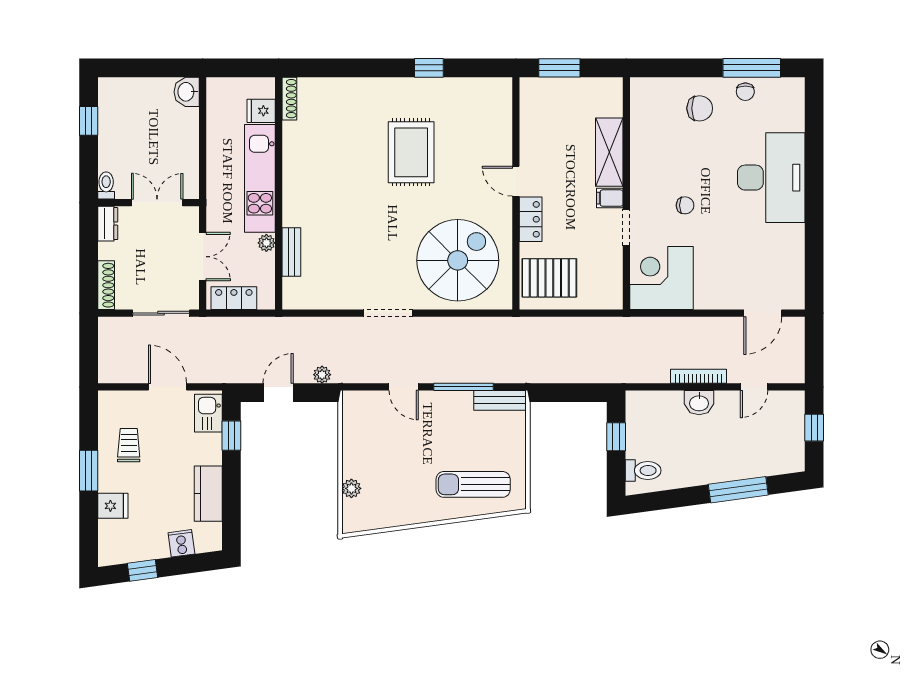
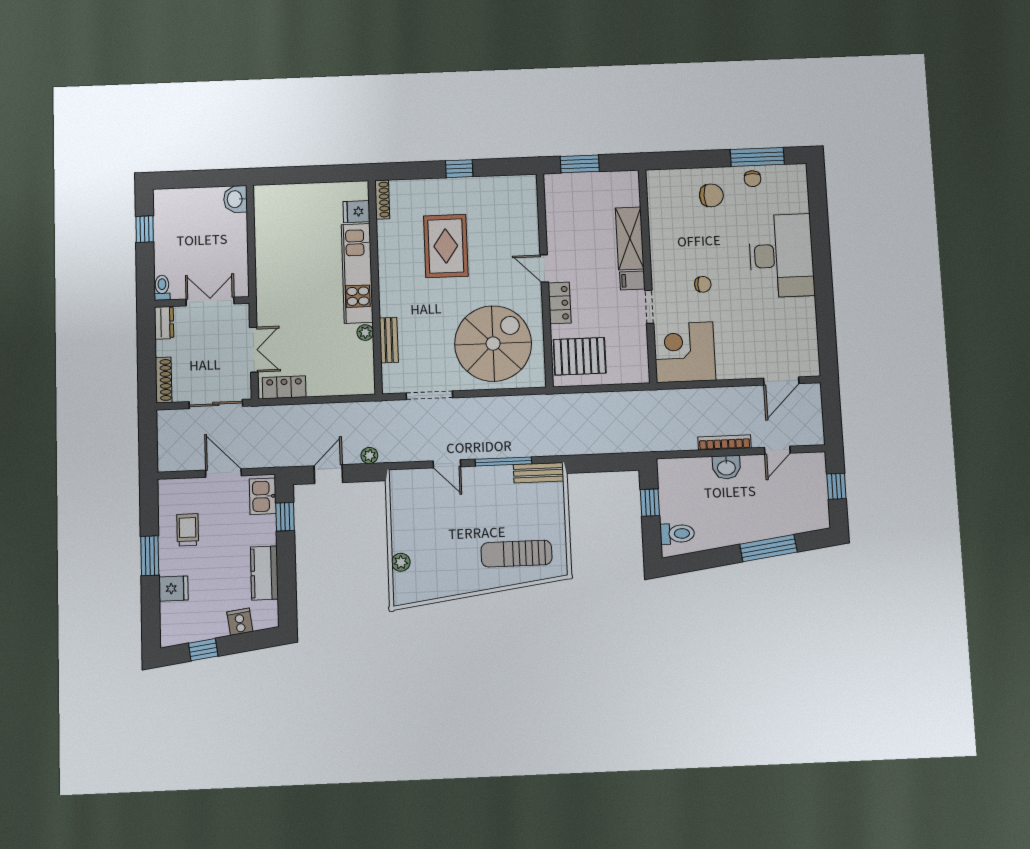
shoe rack: (289, 99) -> (382, 200), moved
fridge: (261, 111) -> (356, 212), moved
kitchen unit: (260, 178) -> (357, 273), moved
wall: (279, 193) -> (375, 286), moved
plant: (266, 243) -> (365, 333), moved
bench: (291, 252) -> (389, 340), moved

